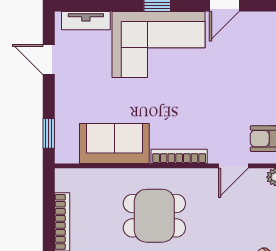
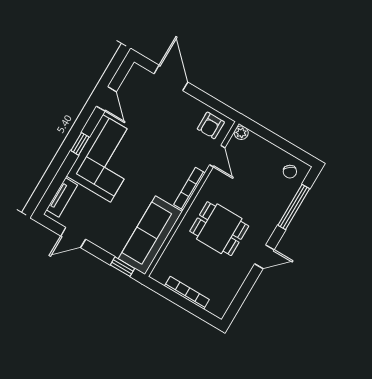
sofa: (114, 143) -> (150, 235), width x1.36
dining table: (154, 216) -> (219, 229), turned 90

